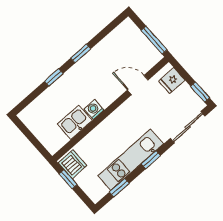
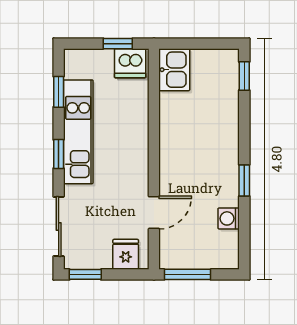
window: (54, 77) -> (244, 76), moved
washing machine: (94, 110) -> (229, 218), moved, turned 180
kitchen sink: (75, 122) -> (174, 70), moved

